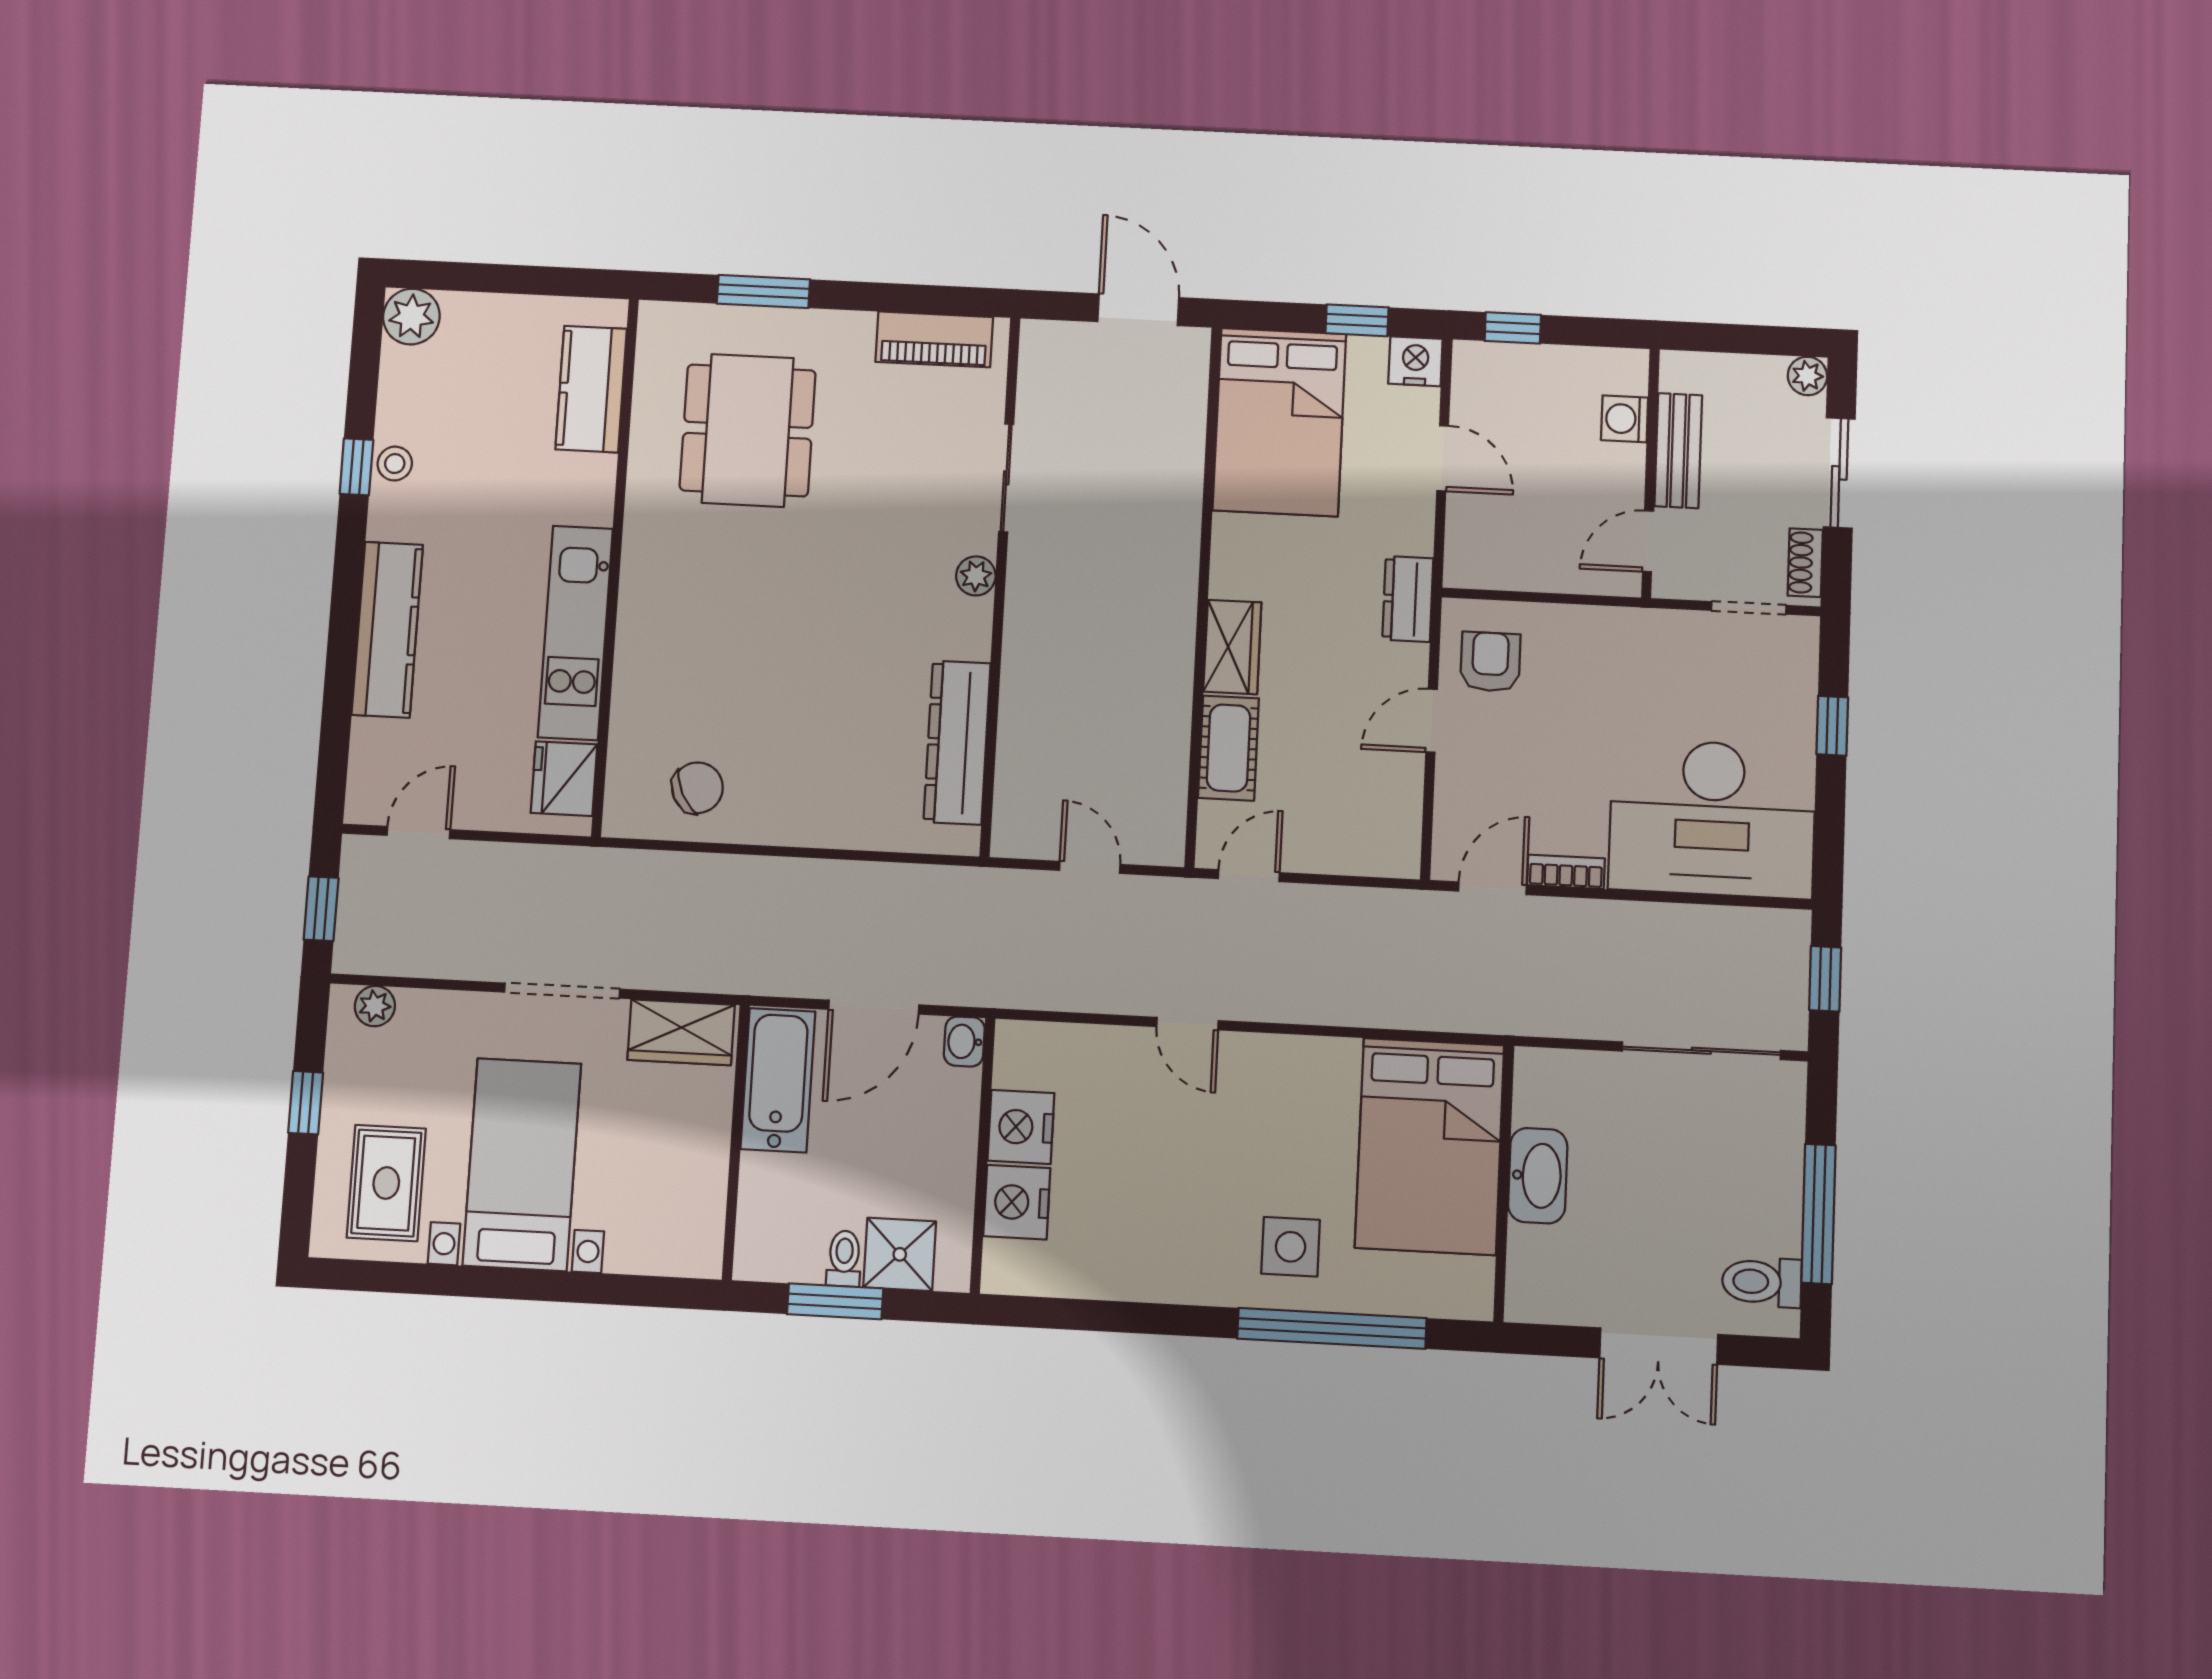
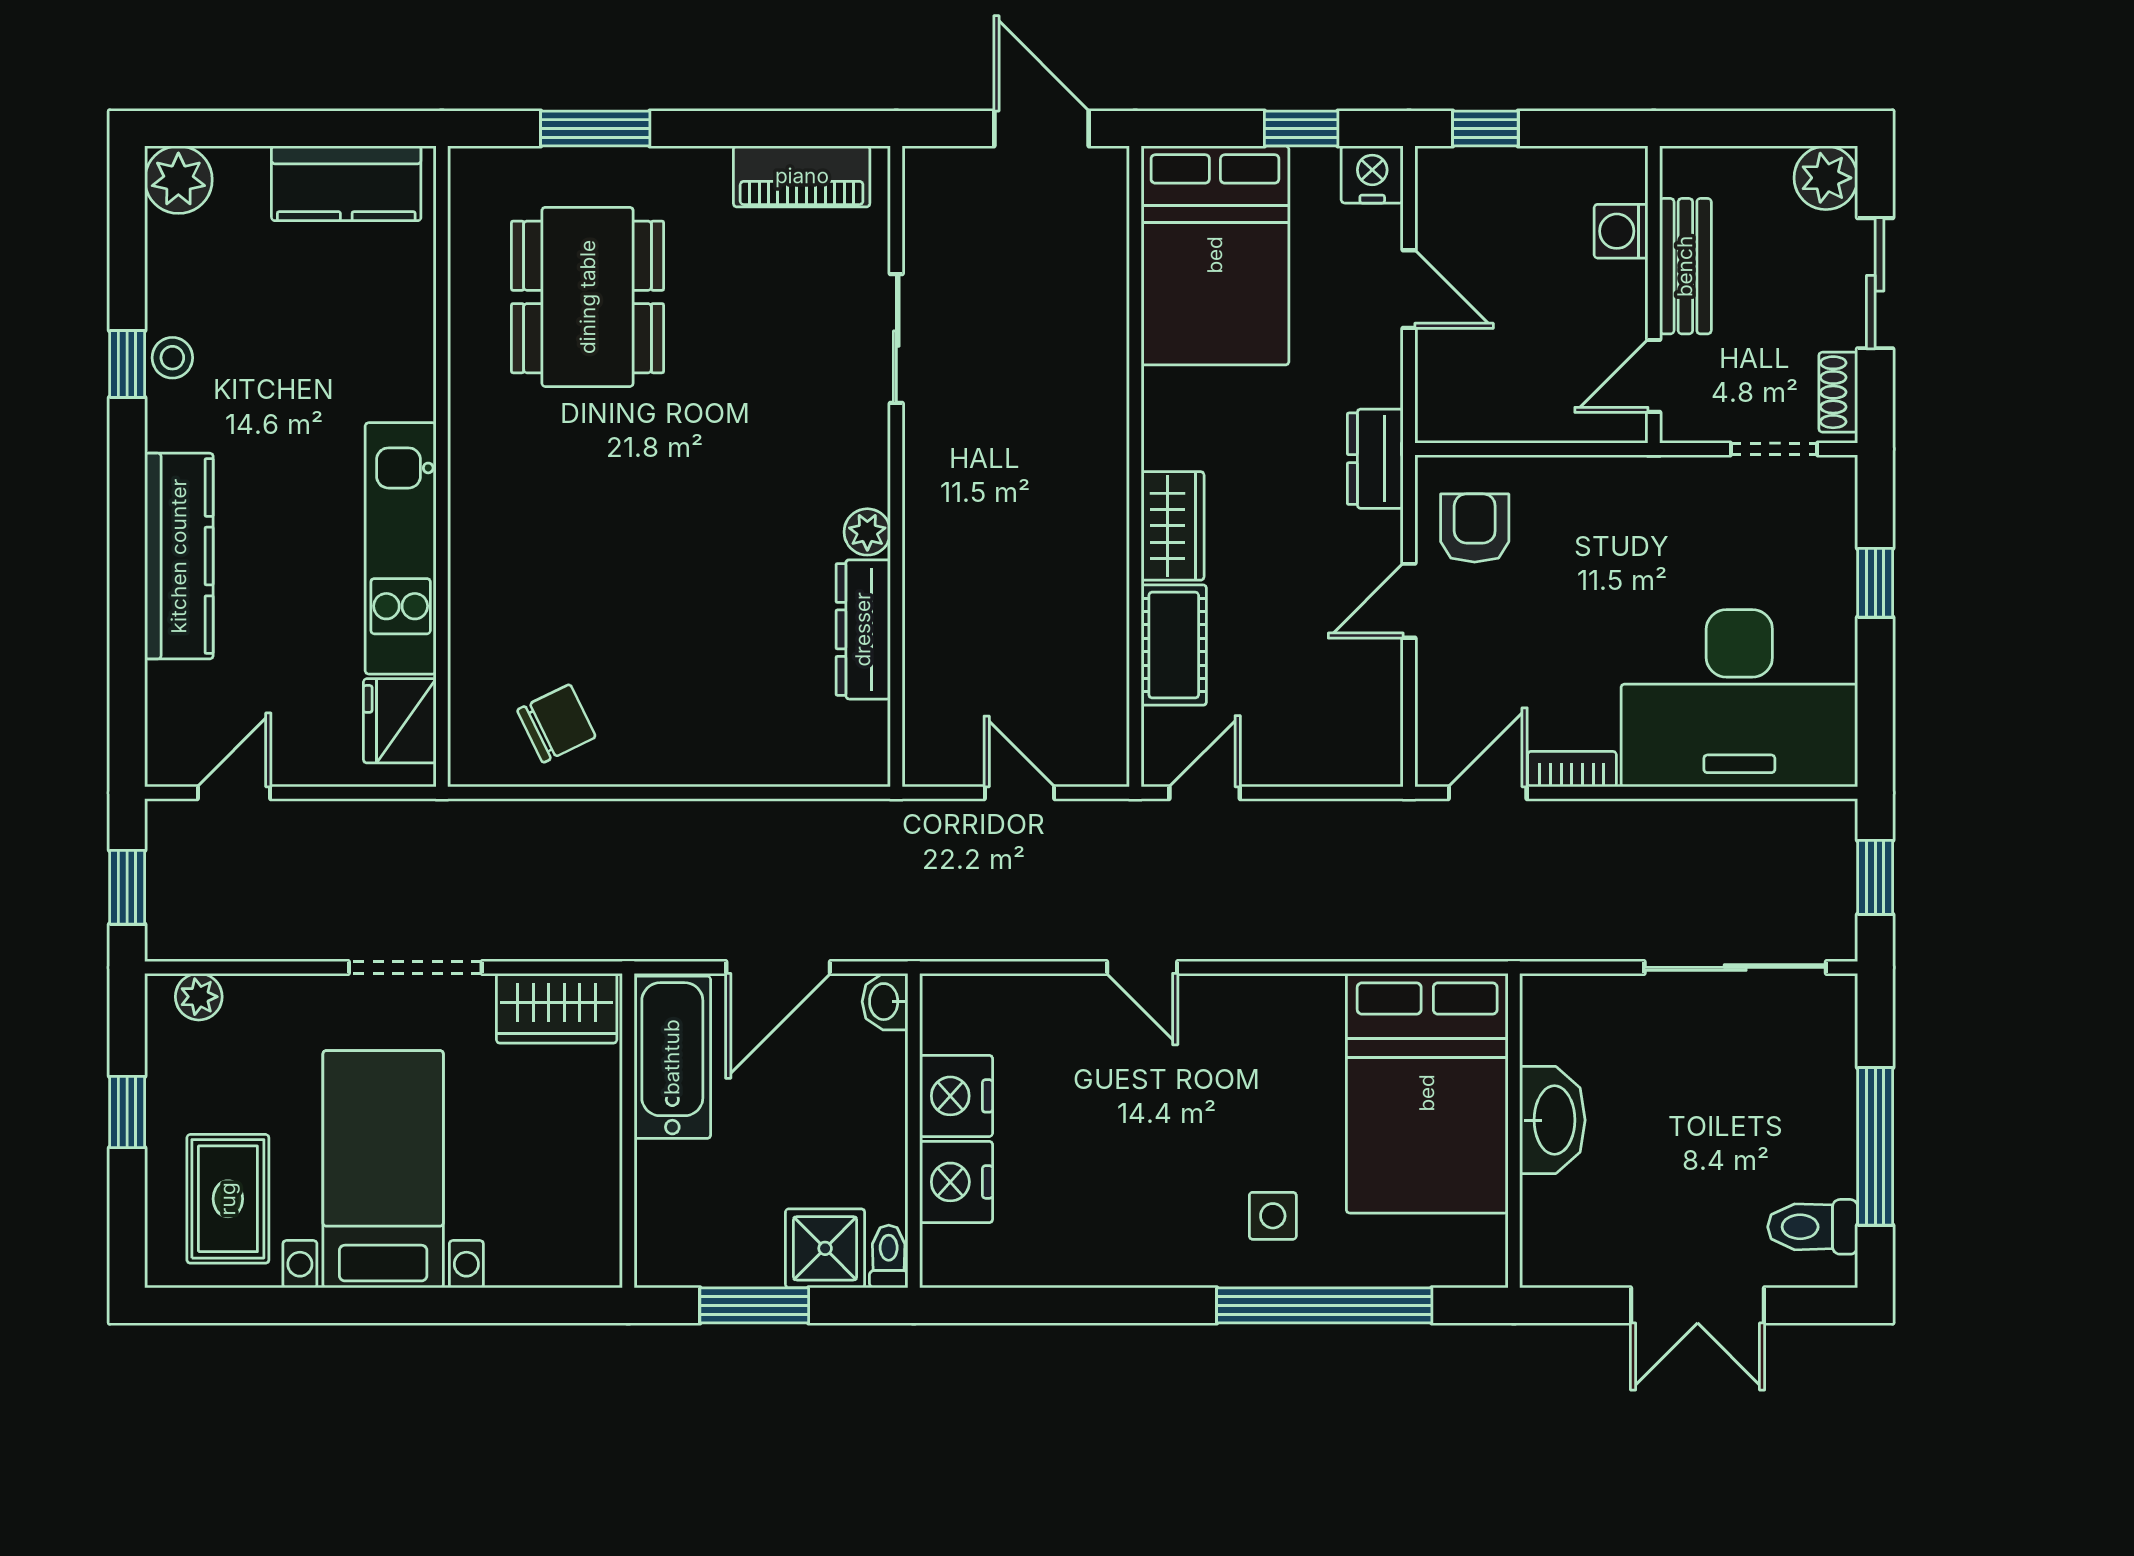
plant: (1807, 376) -> (1826, 178), width x1.38, depth x1.38
kitchen counter: (591, 389) -> (346, 183), moved, turned -90
plant: (976, 576) -> (867, 532), moved
dresser: (957, 743) -> (863, 629), width x0.73, depth x0.80
side table: (1291, 1247) -> (1273, 1216), width x0.73, depth x0.73
toilet: (844, 1259) -> (889, 1257), moved

